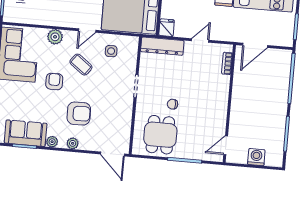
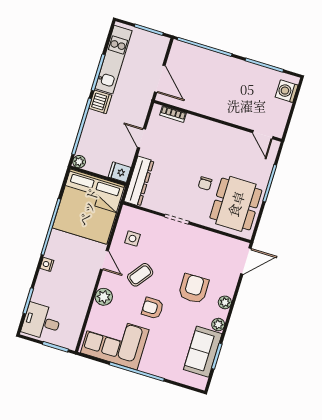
dining table: (160, 135) -> (236, 204), width x1.38
washing machine: (256, 157) -> (287, 91), moved

